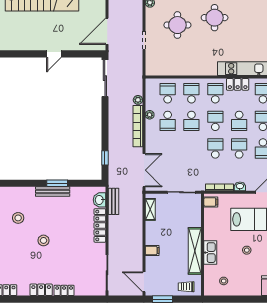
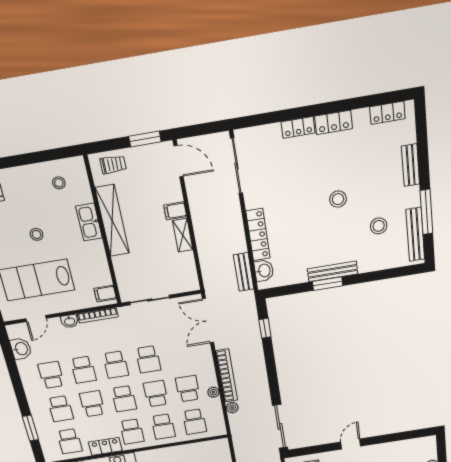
school desk: (191, 148) -> (148, 359), added
shelving: (150, 209) -> (183, 235), moved

